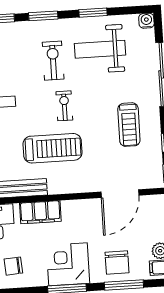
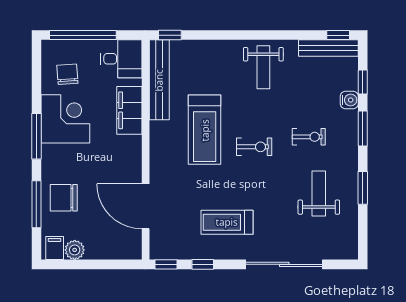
water cooler: (146, 21) -> (349, 100), moved
weight bench: (100, 49) -> (319, 194), width x0.73, depth x0.75
exercise bike: (53, 61) -> (309, 137), width x0.73, depth x0.72
corner desk: (68, 264) -> (65, 119), moved

